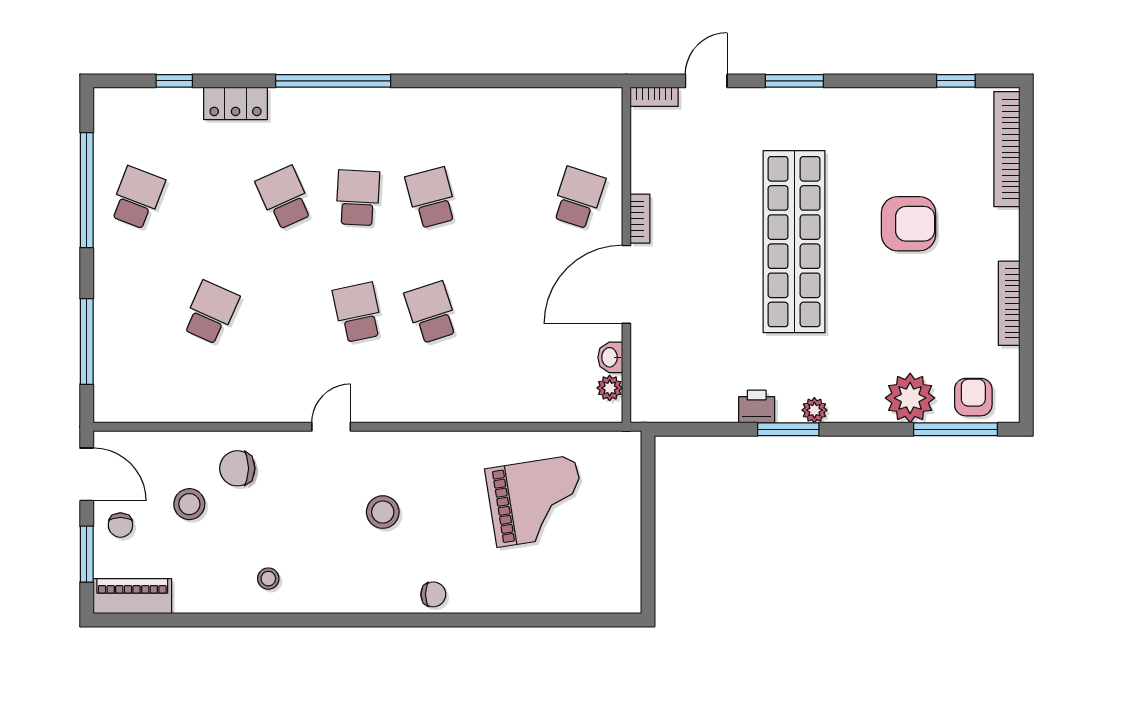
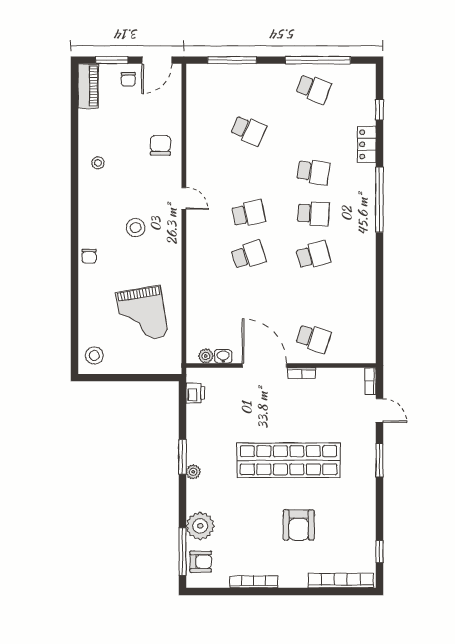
school desk: (284, 198) -> (313, 172), turned 33
printer: (757, 407) -> (195, 393), moved
stool: (189, 504) -> (94, 356), moved
chair: (120, 525) -> (128, 79), turned -90

